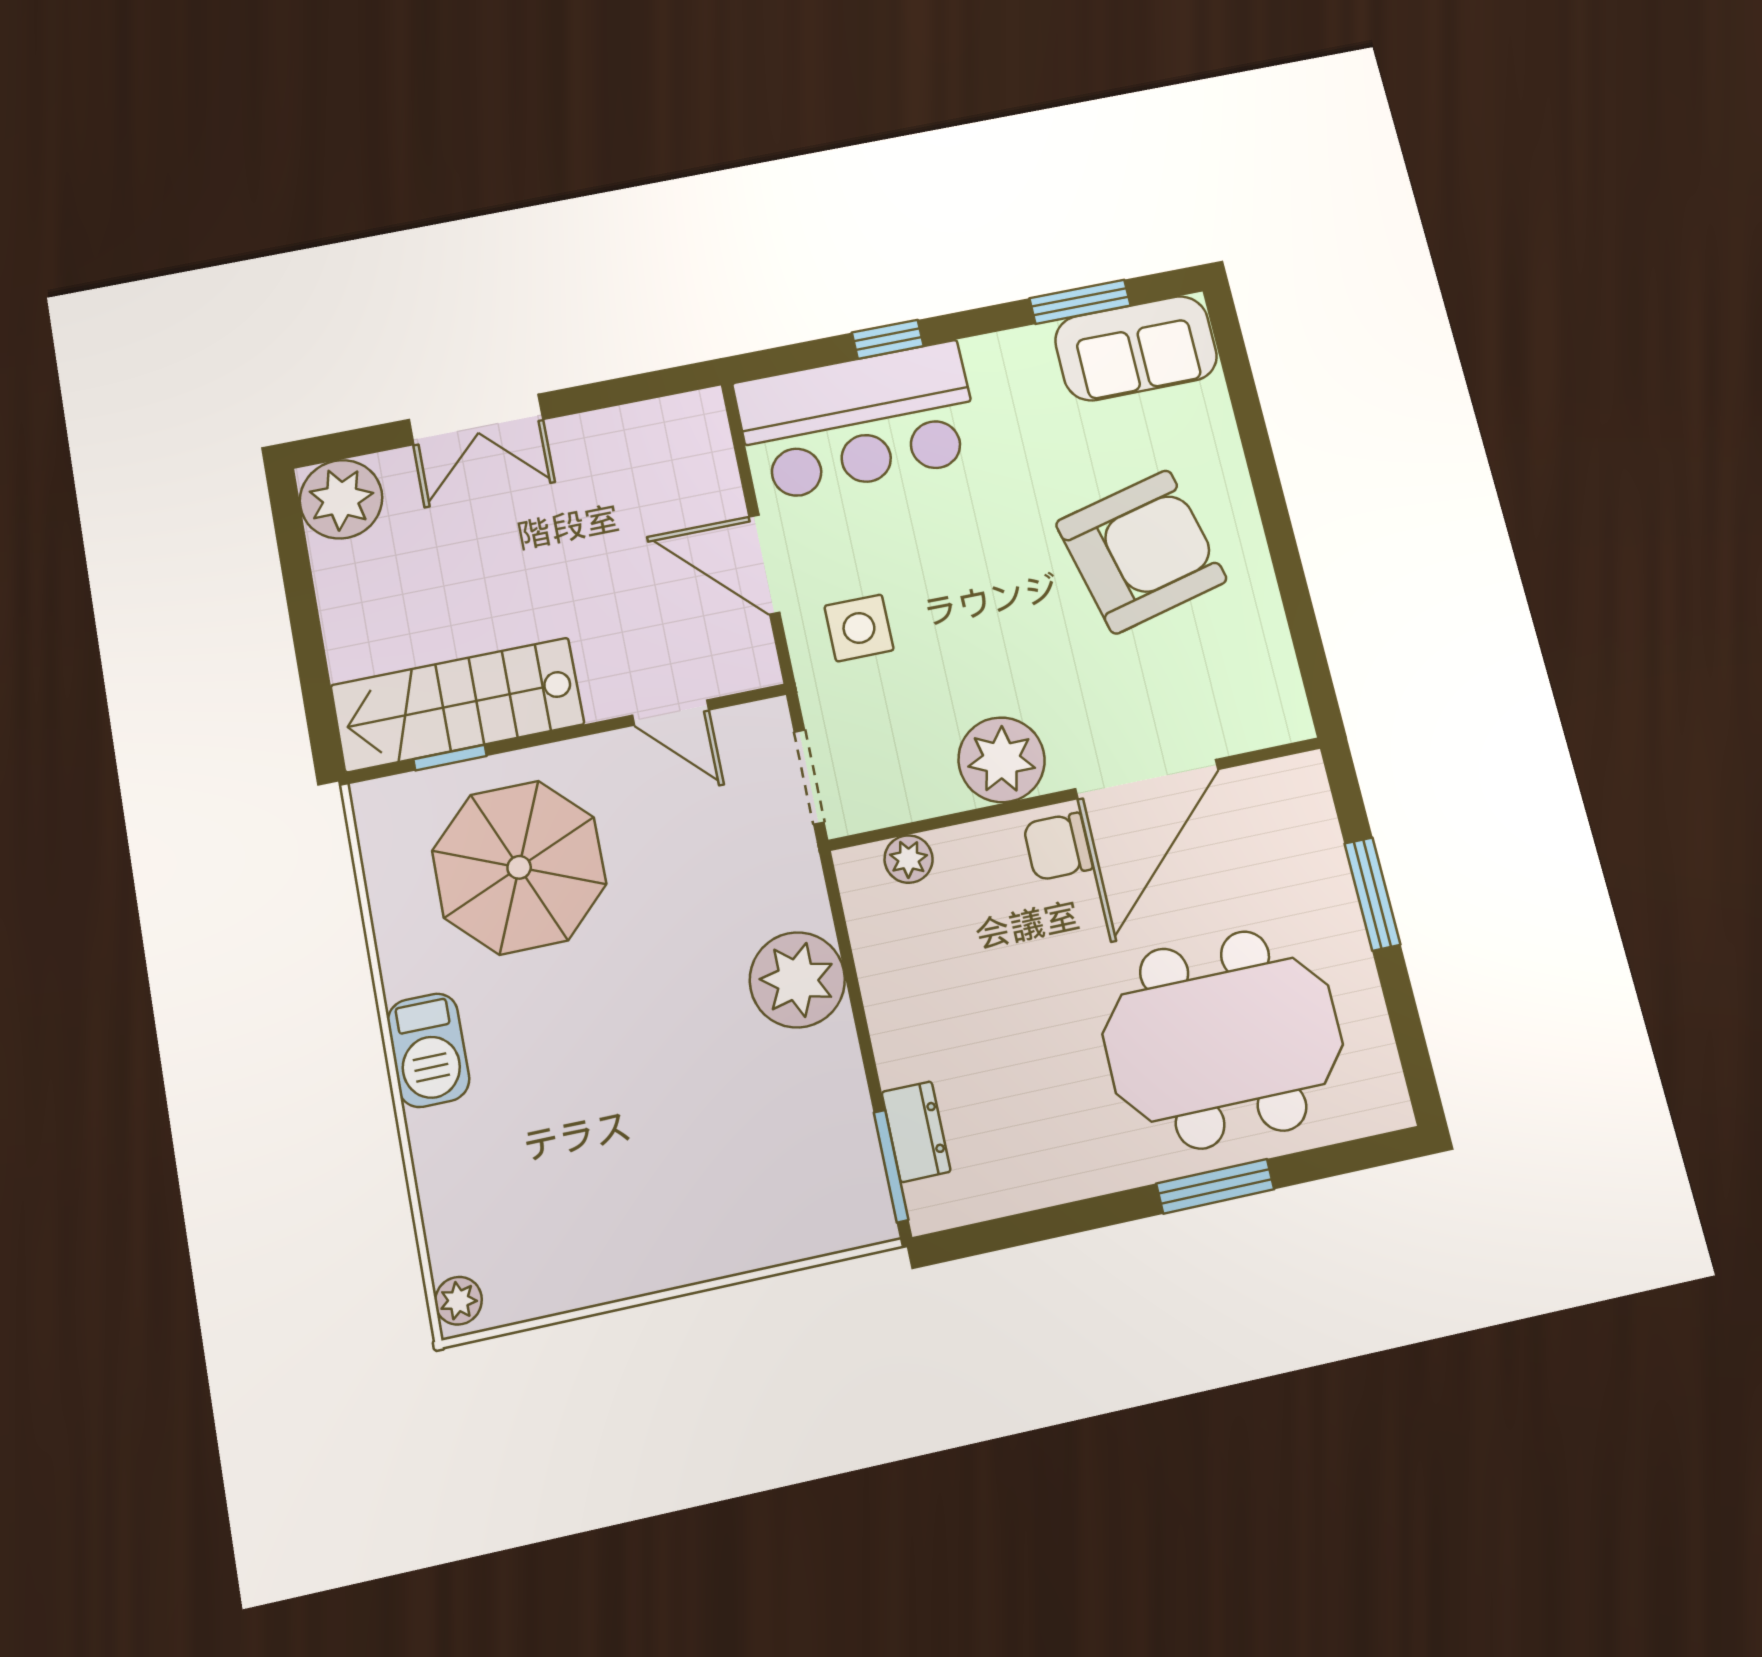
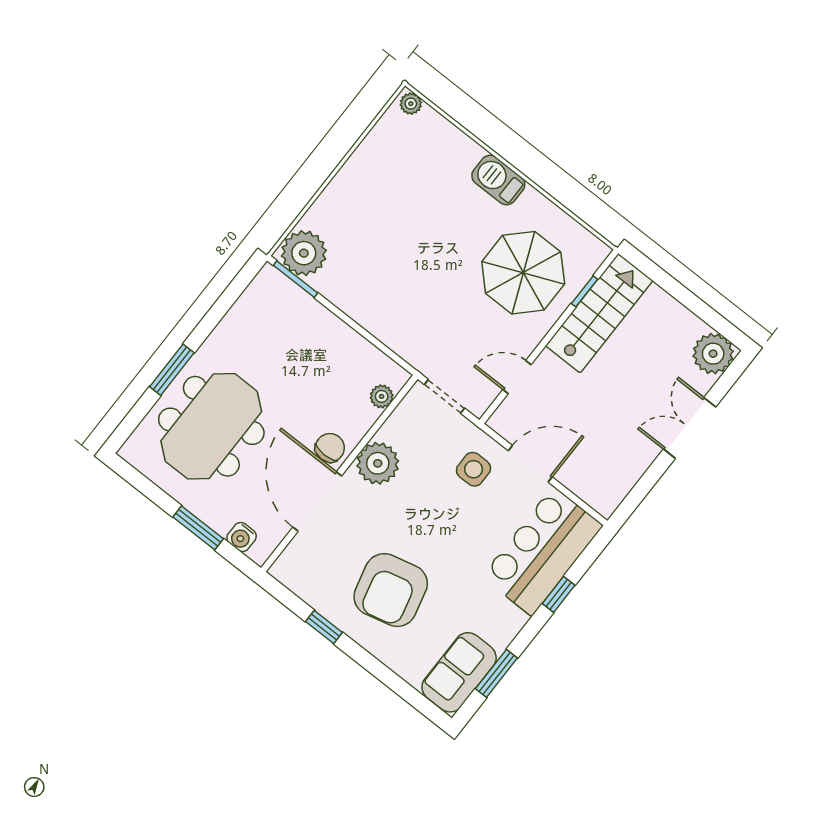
window: (1291, 580) -> (324, 627), added
water cooler: (1313, 823) -> (242, 537), added
plant: (797, 980) -> (304, 253), moved
dresser: (916, 1132) -> (296, 299), removed

